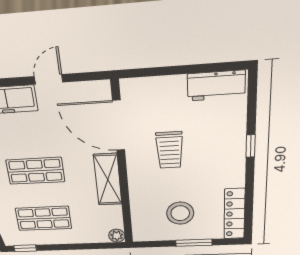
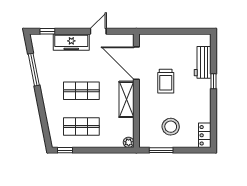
workbench: (216, 86) -> (203, 62), moved, turned 90
locker: (234, 214) -> (205, 135), width x0.66
window: (194, 243) -> (161, 150), moved

